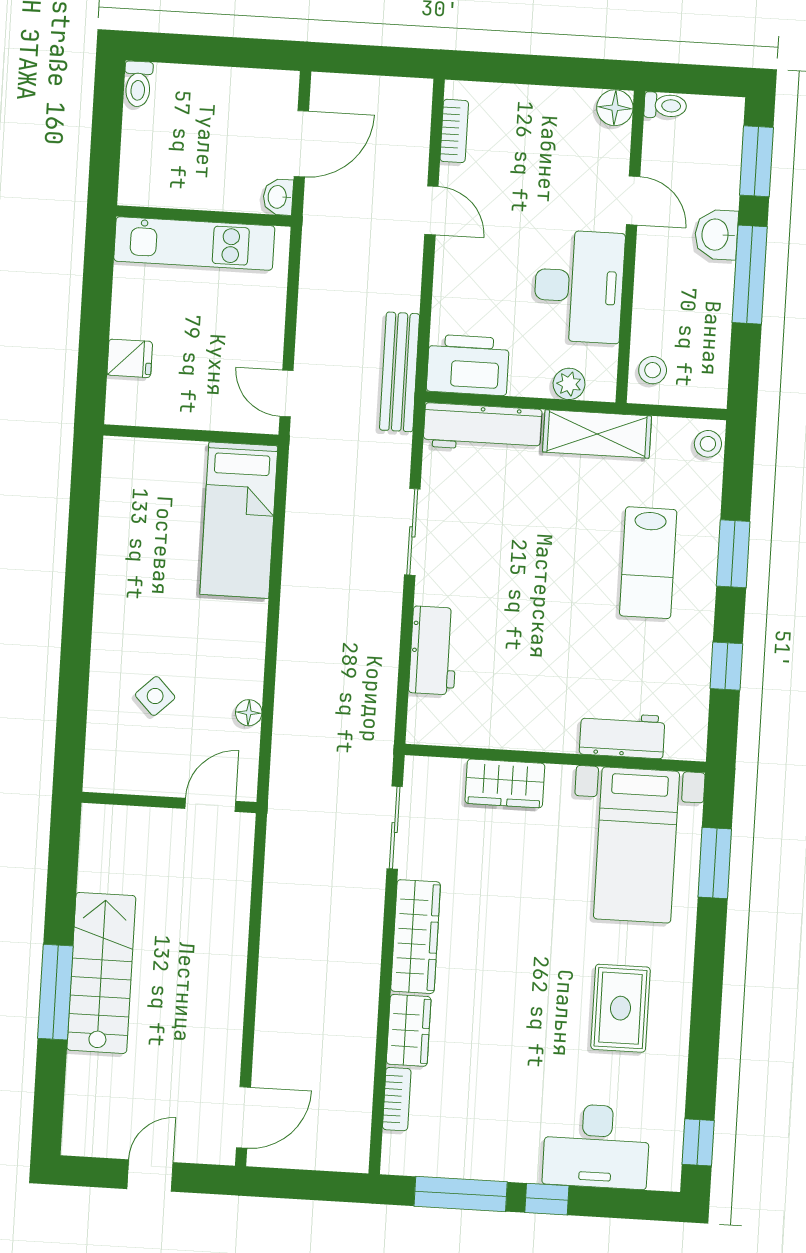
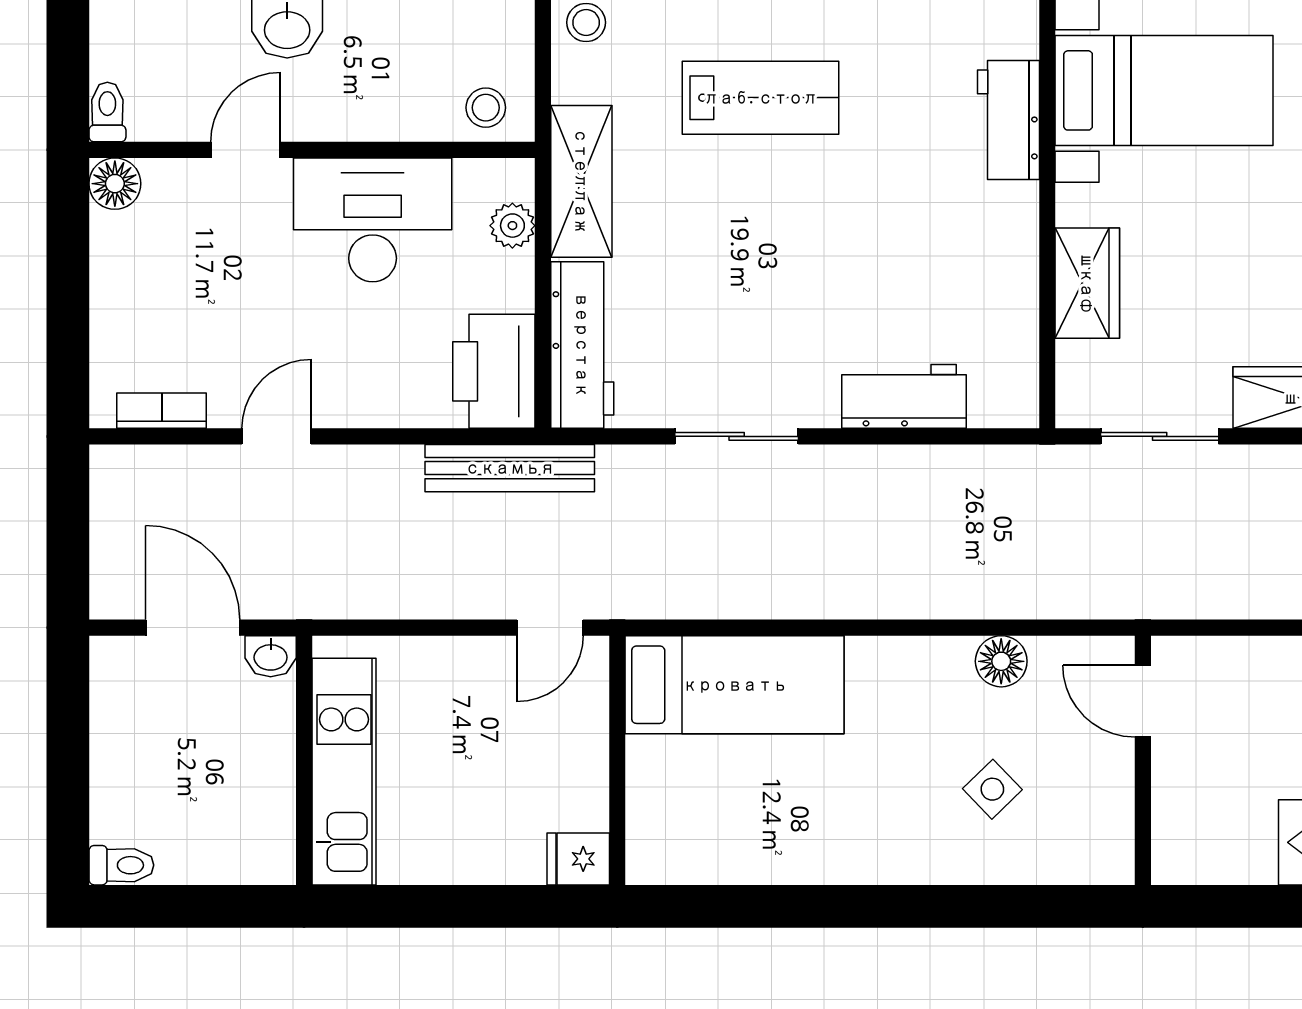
fridge: (130, 358) -> (578, 859), moved, turned -90
floor lamp: (249, 713) -> (1001, 661), width x1.37, depth x1.37

